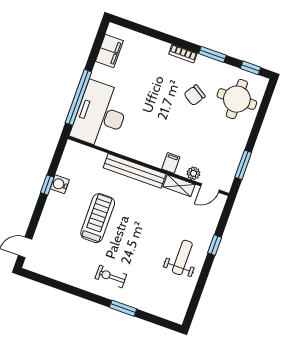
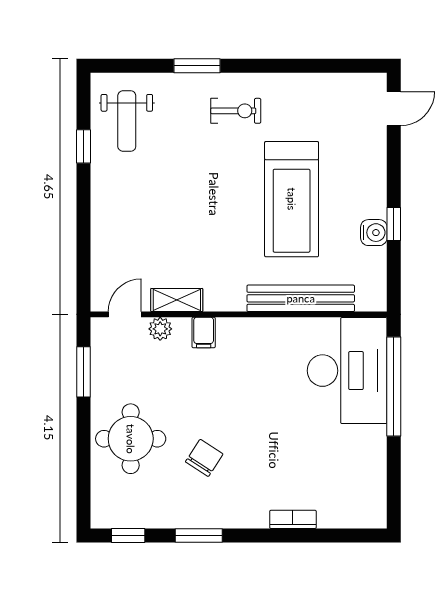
filing cabinet: (109, 51) -> (370, 481), removed
bookcase: (183, 54) -> (293, 519), moved
round table: (237, 99) -> (131, 439), moved
bench: (135, 171) -> (301, 298), moved
treadmill: (98, 218) -> (292, 199), width x1.37, depth x1.38
window: (215, 245) -> (83, 146), moved
weight bench: (182, 257) -> (127, 121), moved

